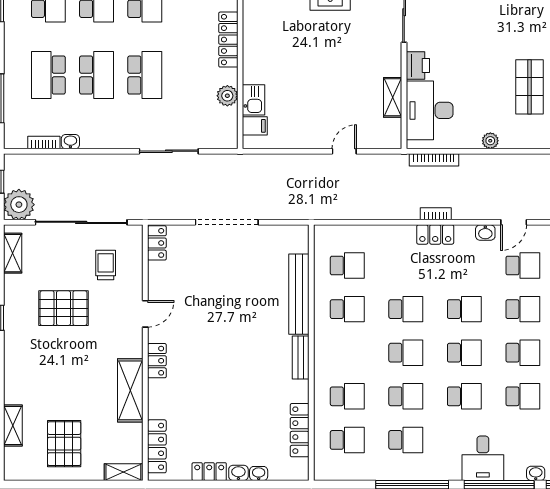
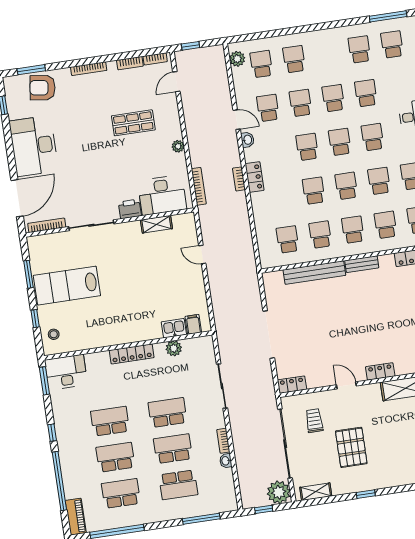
bookcase: (44, 142) -> (223, 441), moved
trolley: (106, 265) -> (314, 421), turned 90
school desk: (347, 353) -> (353, 230), added

